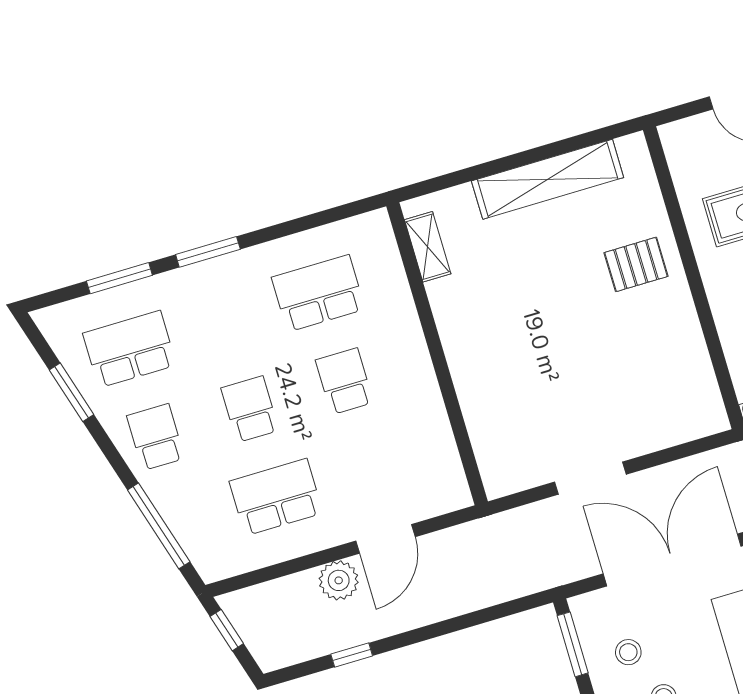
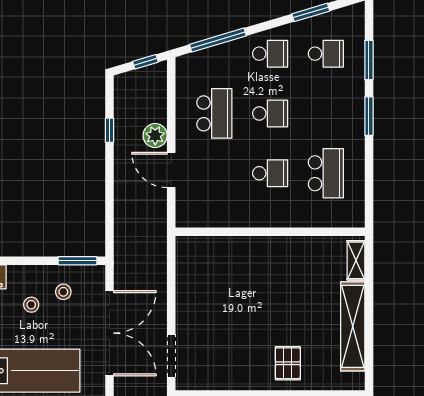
shelving: (428, 247) -> (356, 260), moved, turned 90
school desk: (130, 349) -> (326, 54), width x0.54
doorway: (590, 478) -> (171, 356), moved

